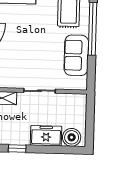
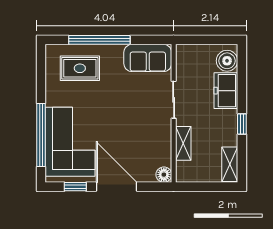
sofa: (76, 55) -> (148, 58), moved

